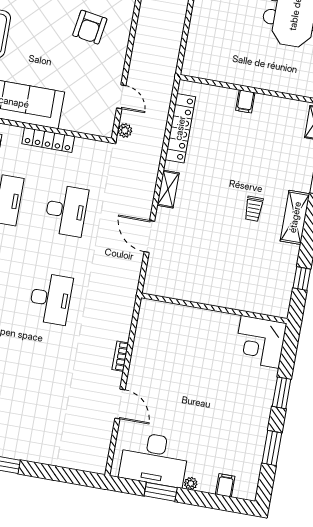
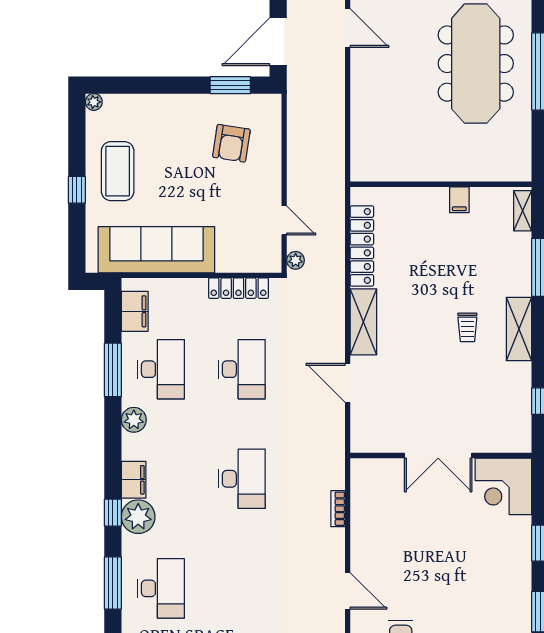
filing cabinet: (245, 101) -> (459, 200), moved
locker: (48, 140) -> (238, 288), moved
shelving: (168, 189) -> (363, 322), width x1.50, depth x1.33
double door: (212, 308) -> (438, 455), added
bookcase: (120, 356) -> (338, 509), moved

